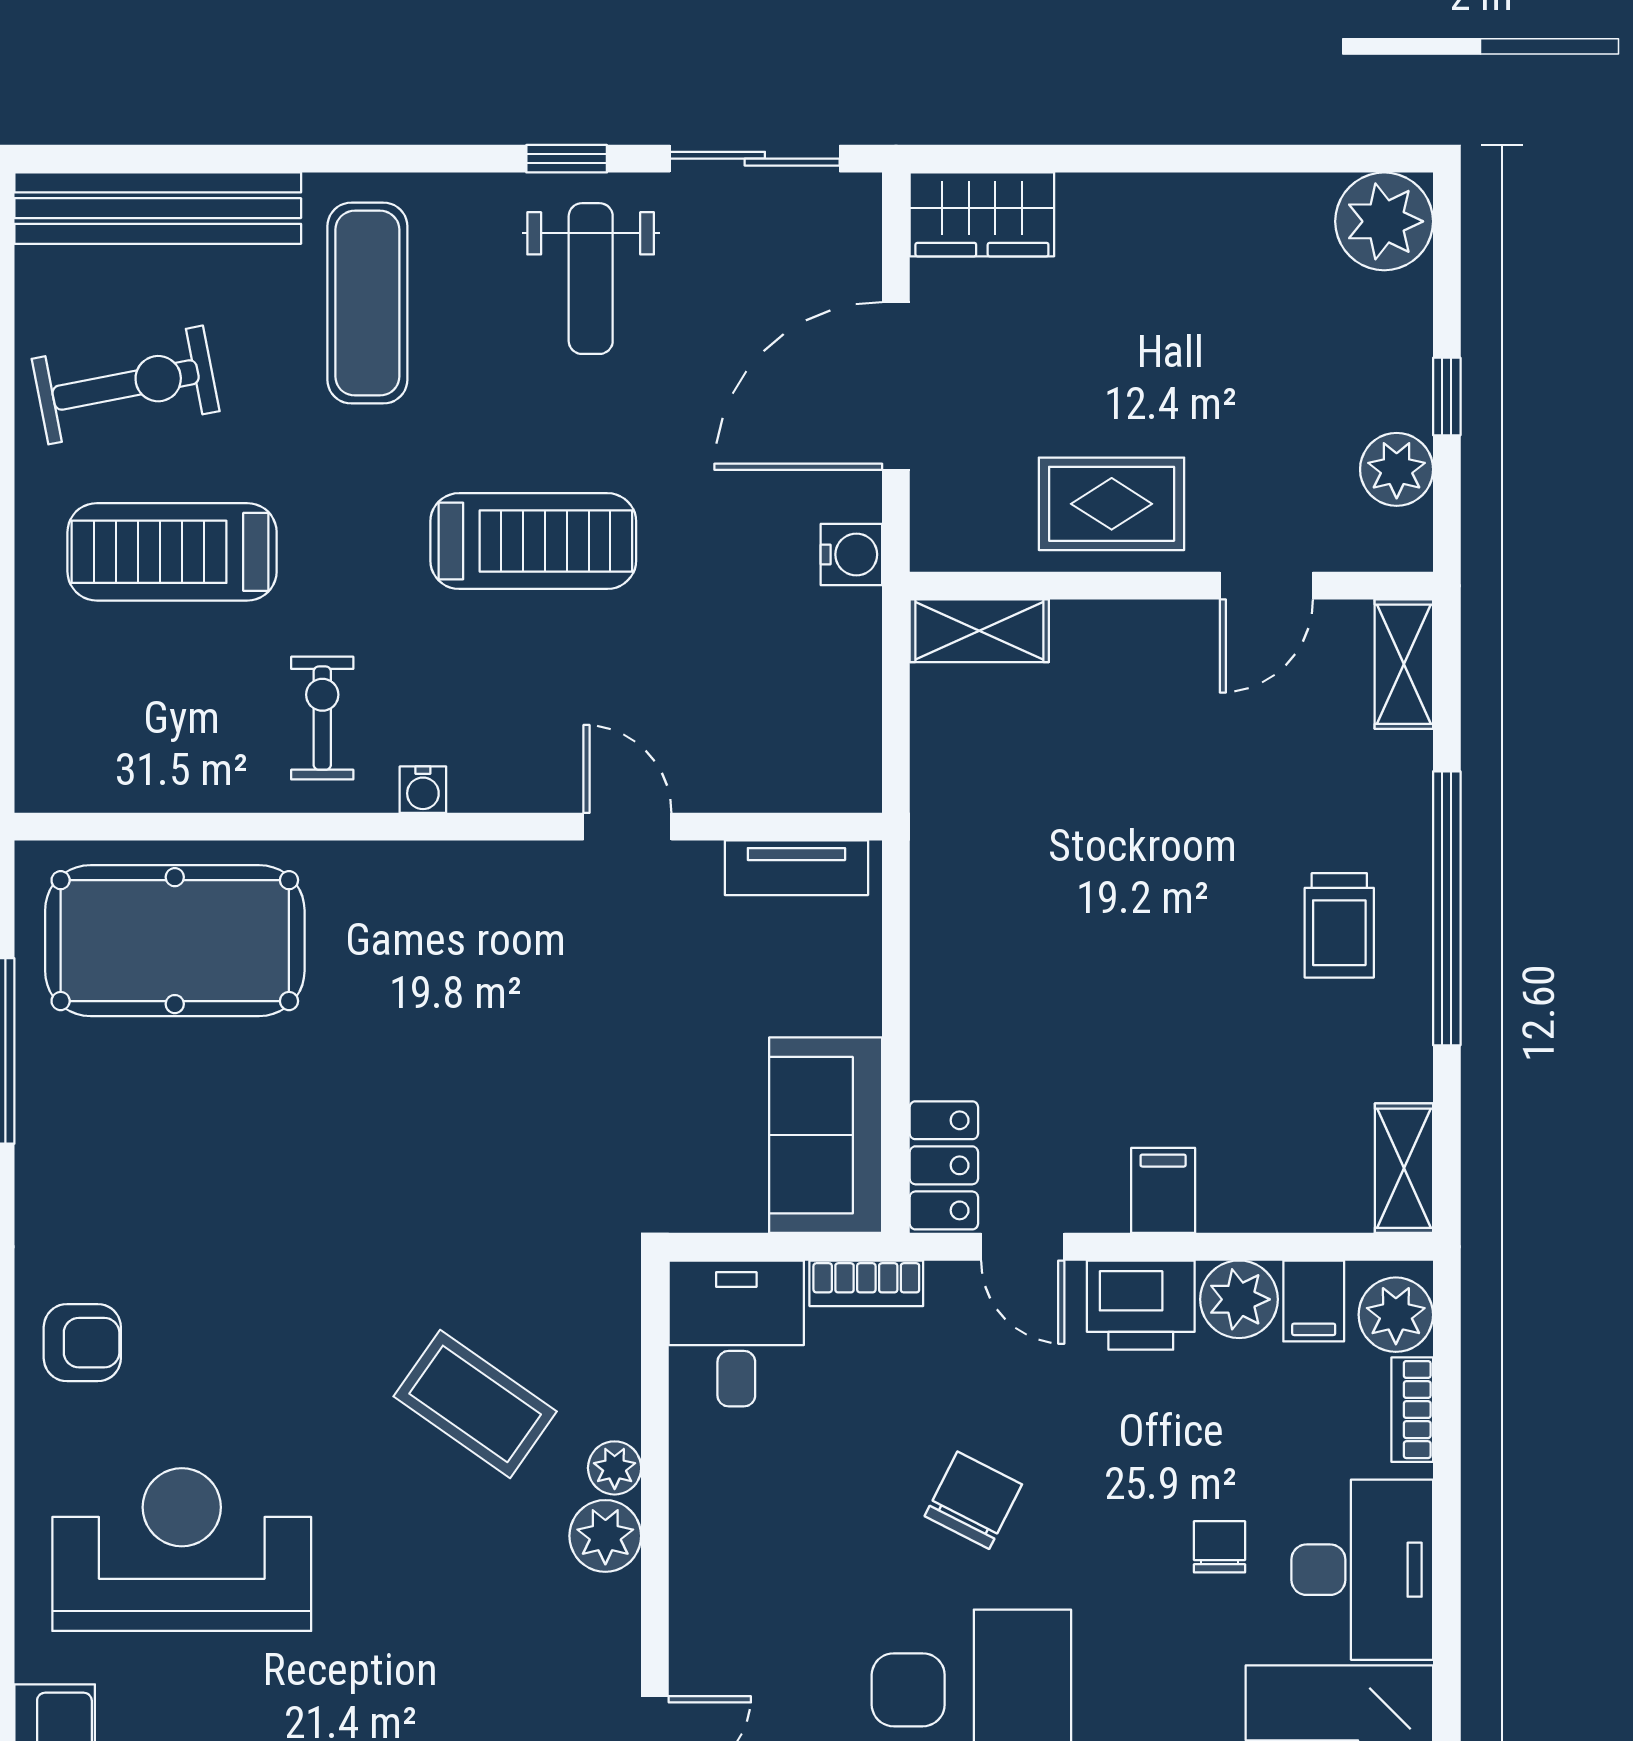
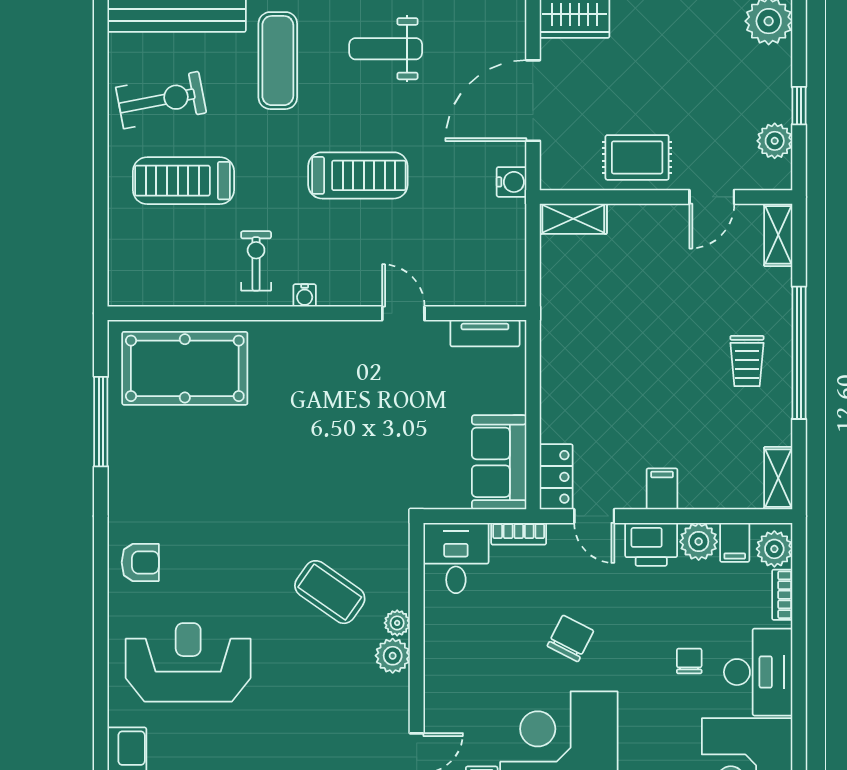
weight bench: (591, 279) -> (386, 49), turned 90

